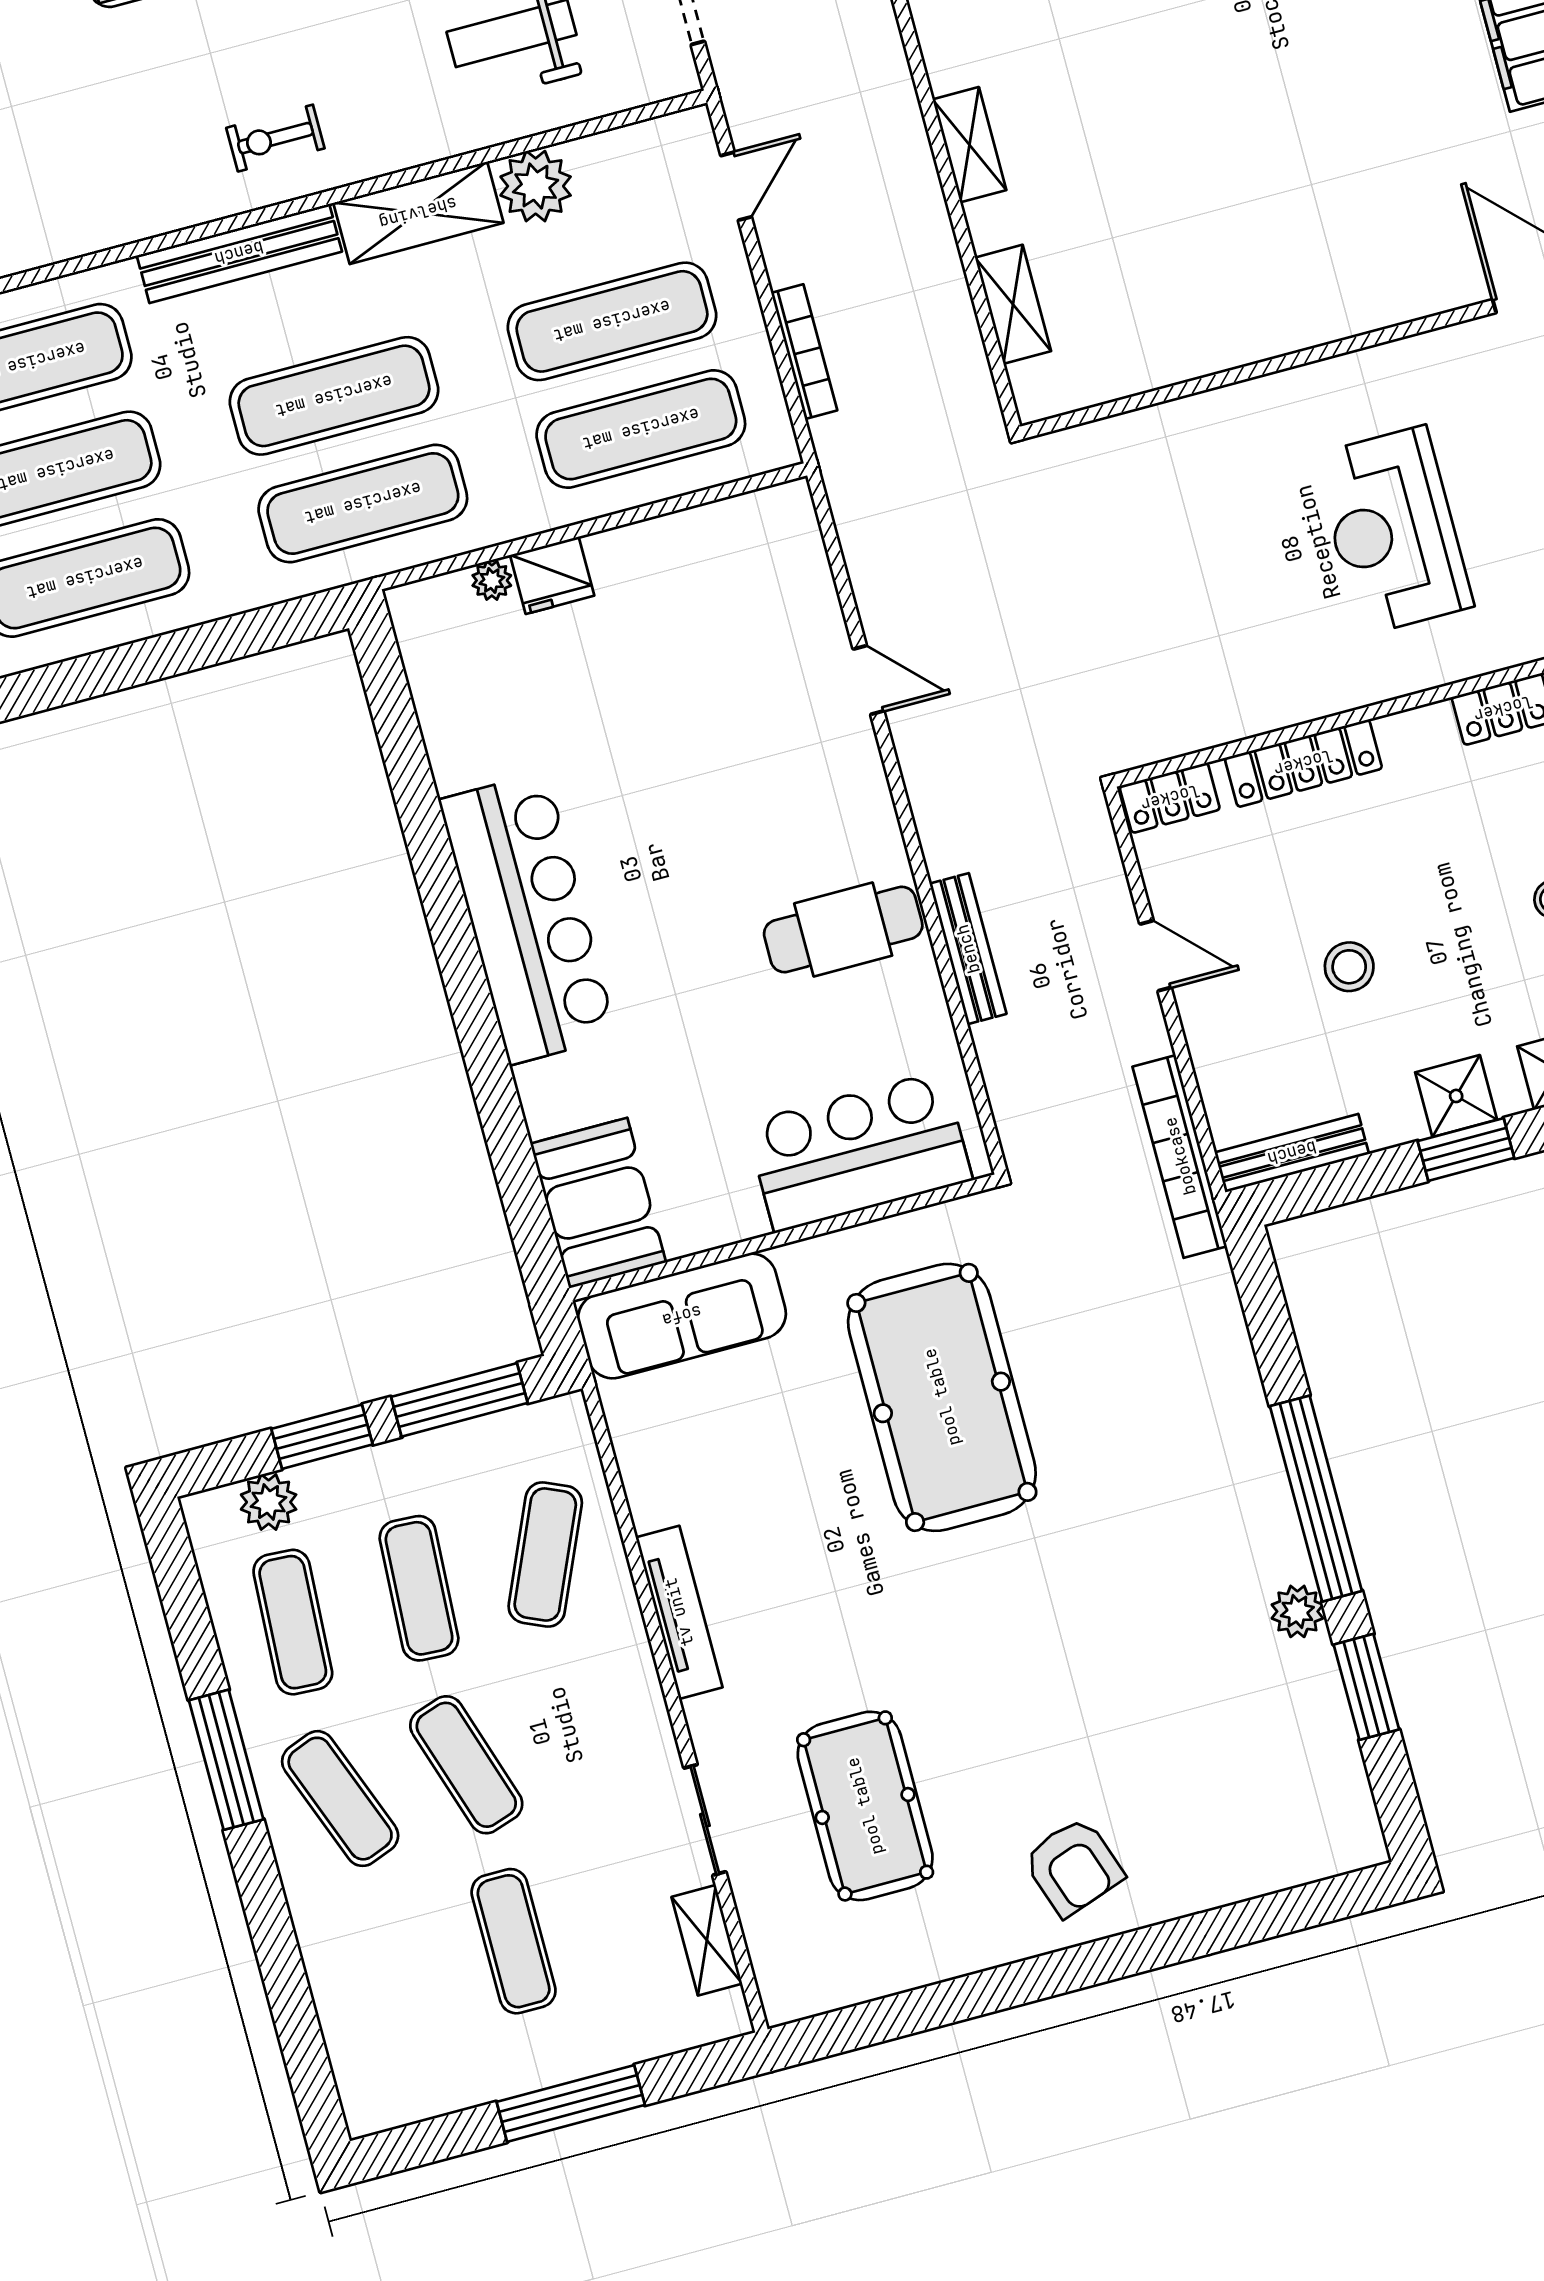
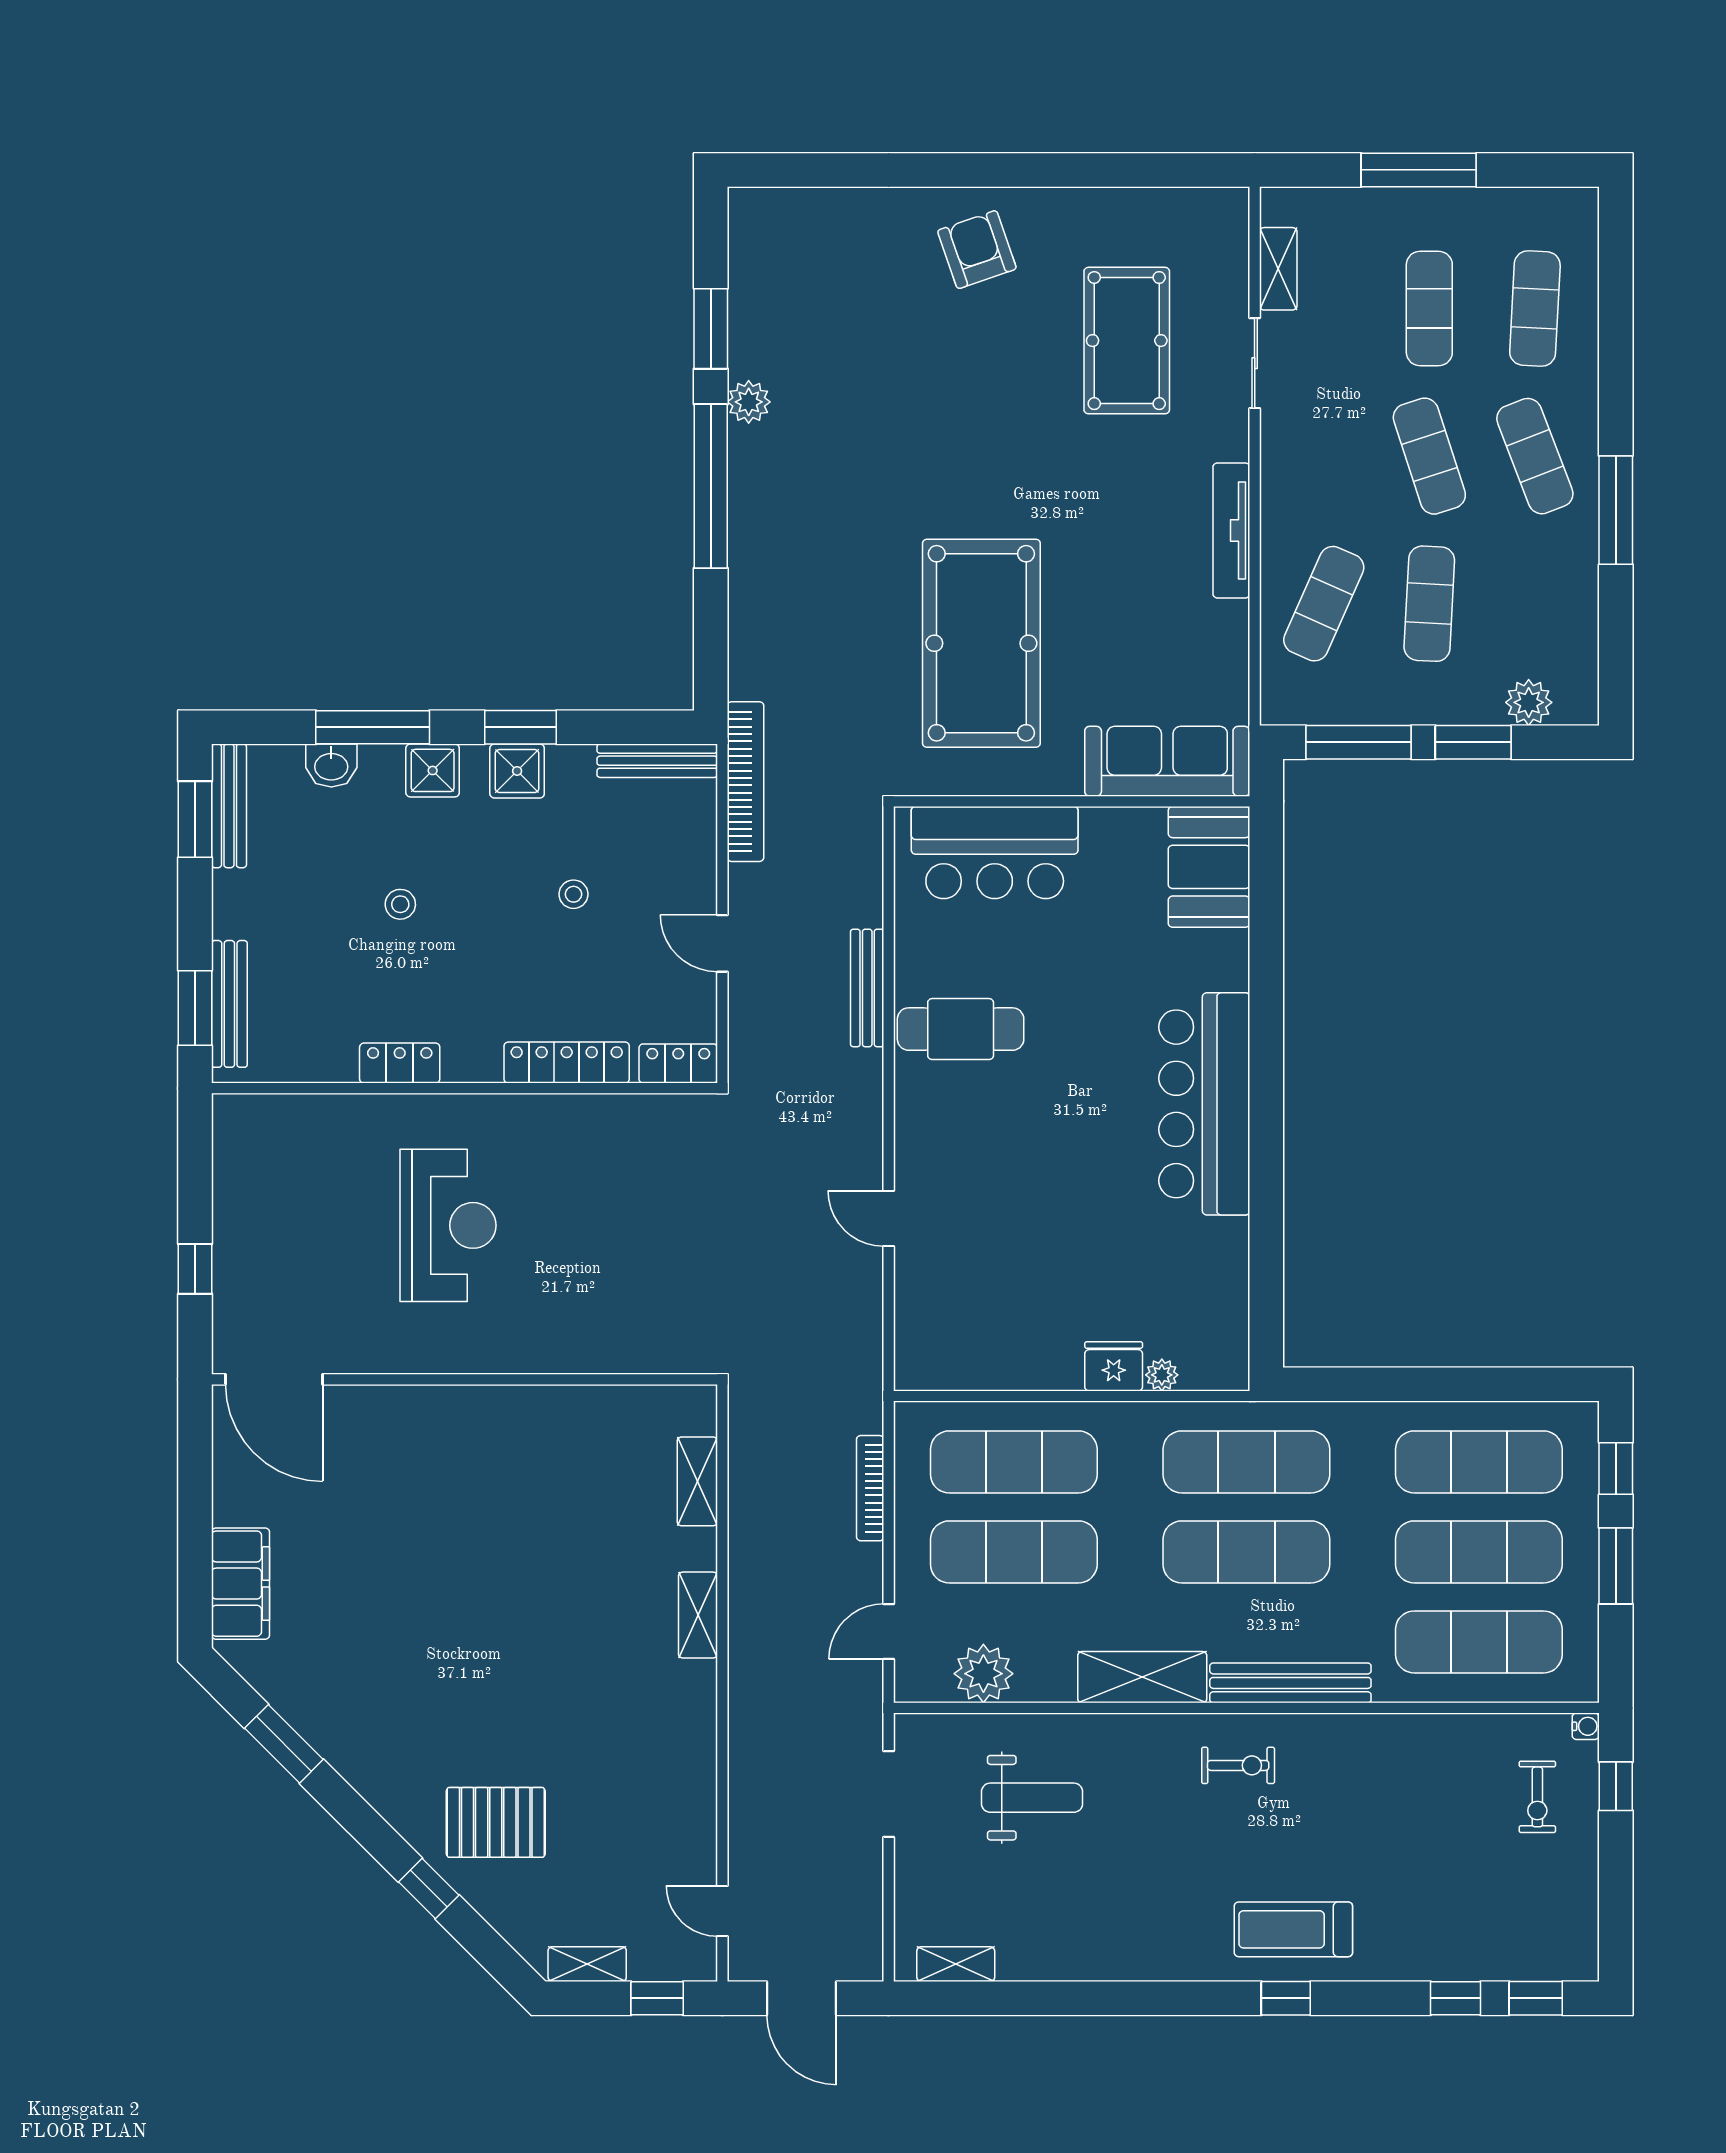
plant: (536, 186) -> (983, 1674), moved
stool: (1349, 967) -> (574, 894), width x0.73, depth x0.73
exercise mat: (293, 1622) -> (1535, 309), moved

